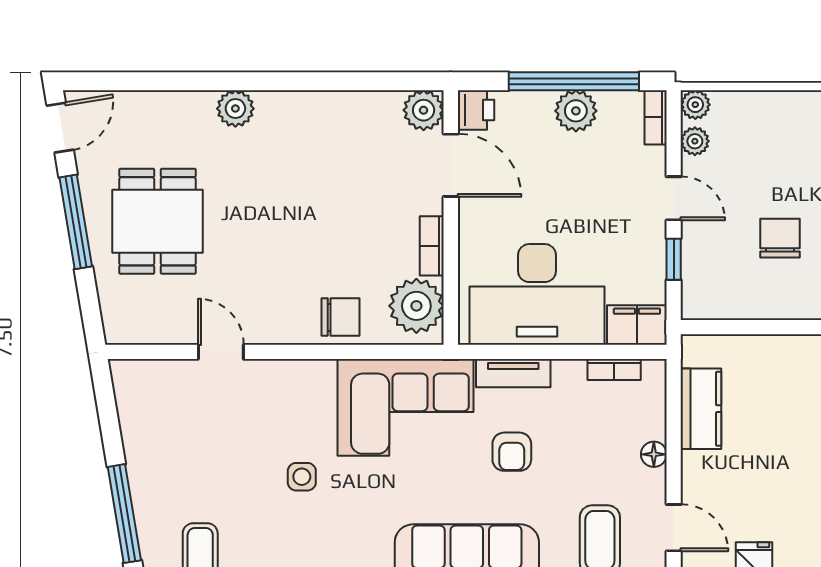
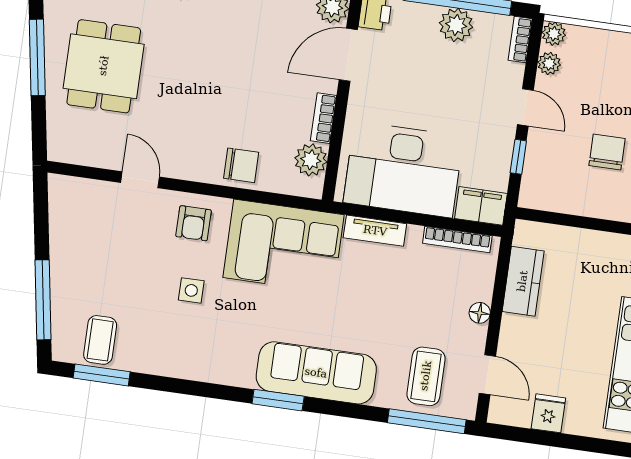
door: (451, 165) -> (348, 55), swing flipped
plant: (416, 306) -> (311, 160), width x0.73, depth x0.73
bookcase: (614, 370) -> (457, 239), width x1.56
armchair: (512, 452) -> (194, 223), moved

